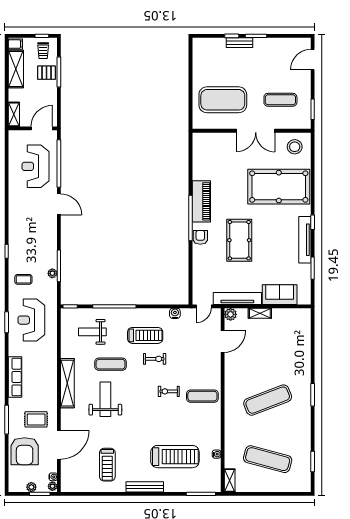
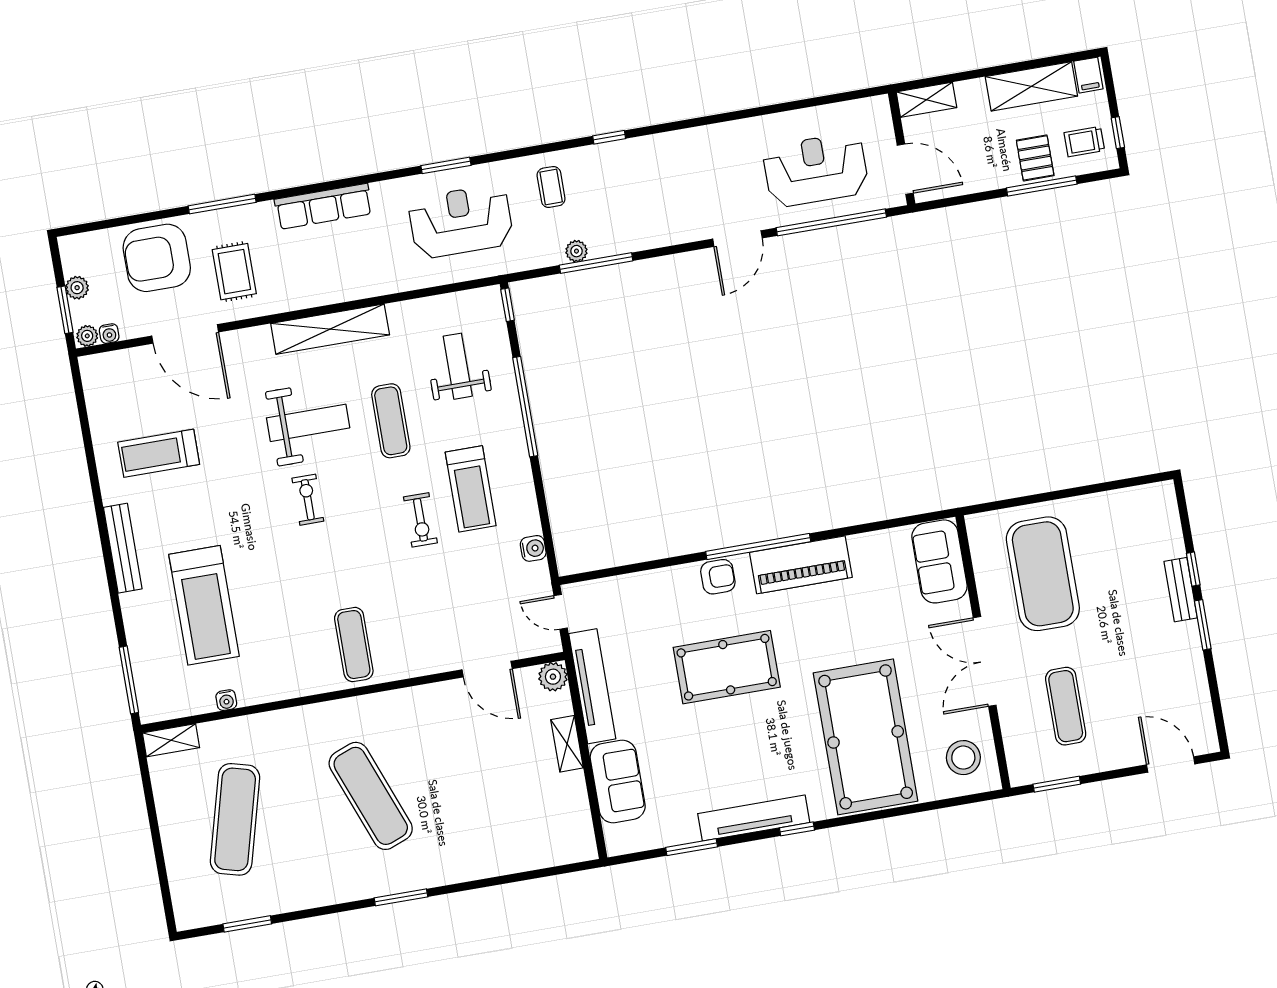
sofa: (210, 143) -> (939, 561), added
exercise bike: (169, 391) -> (308, 500), moved

